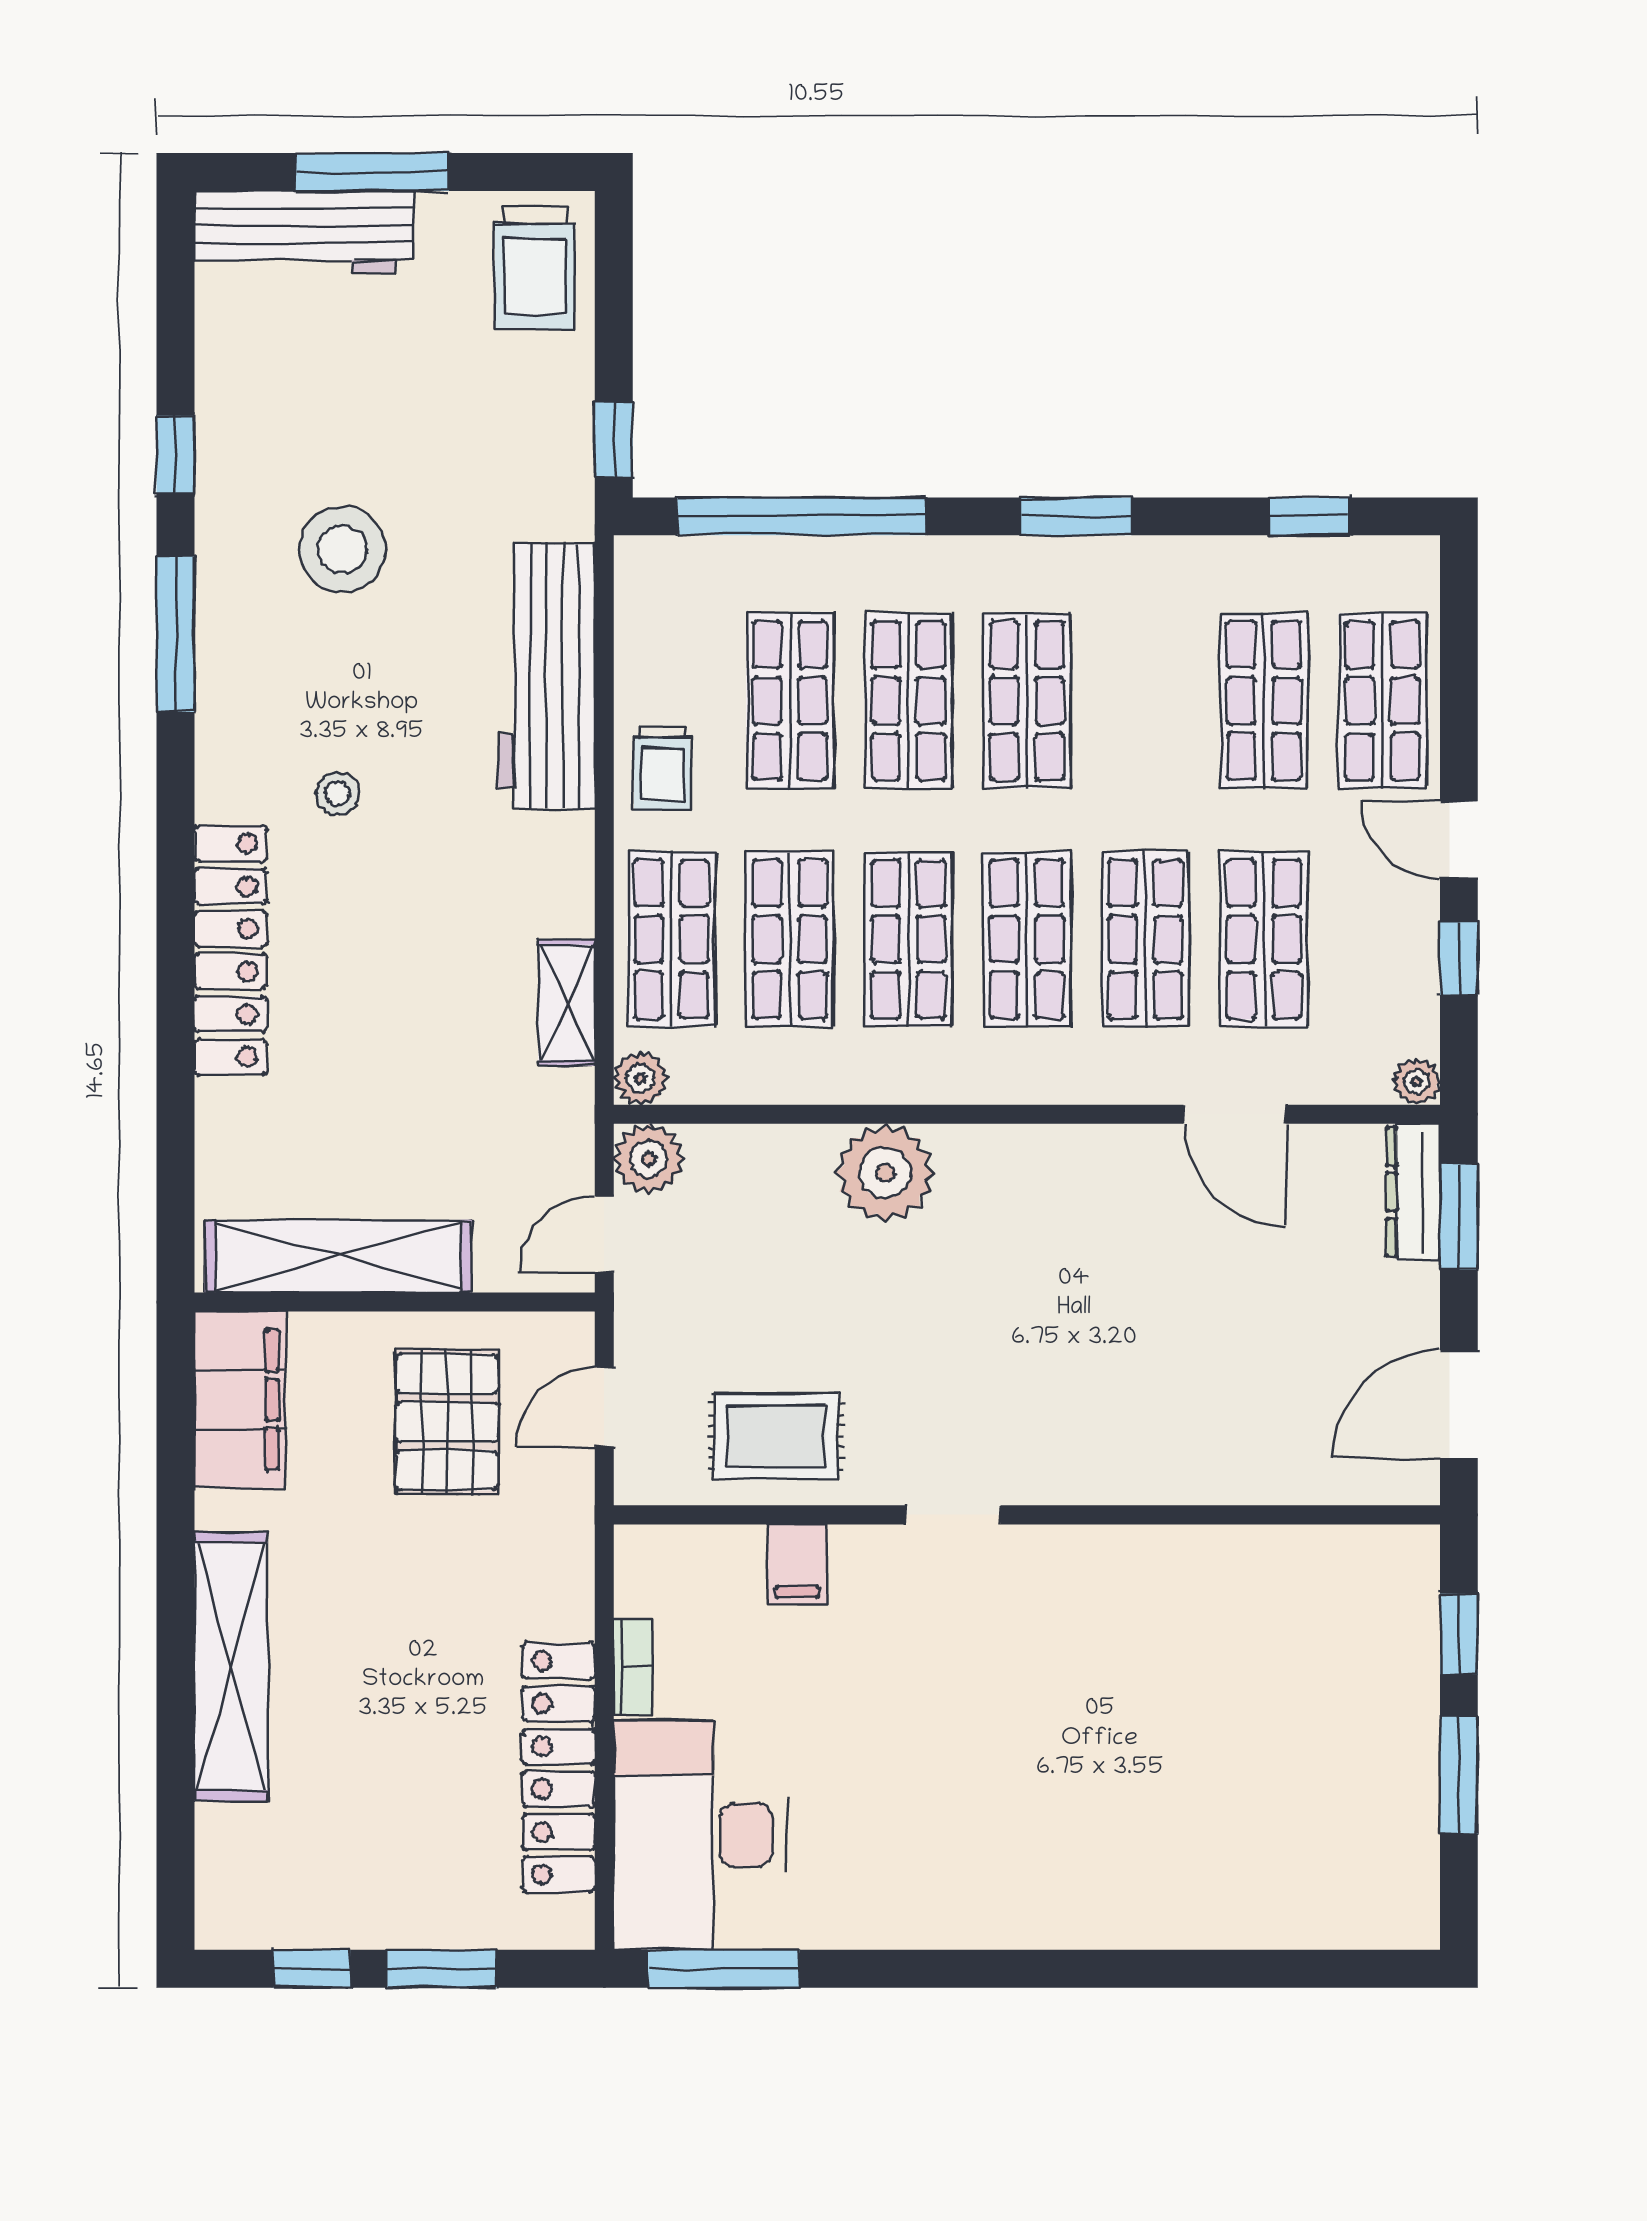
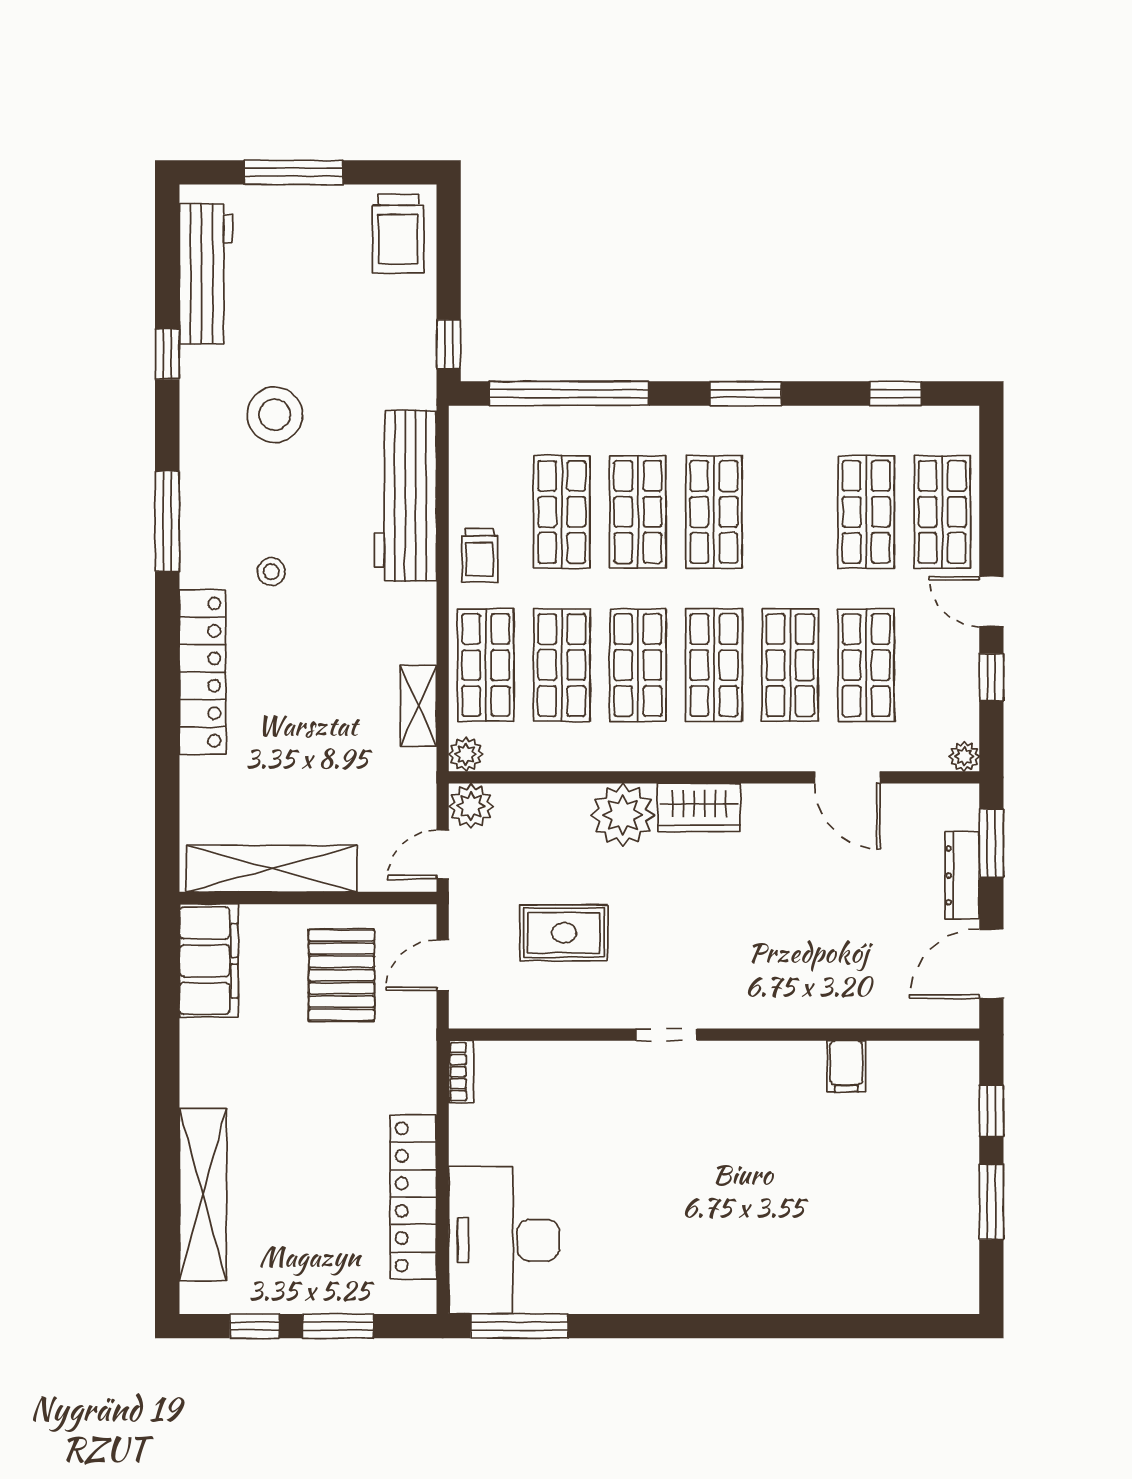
workbench: (304, 232) -> (206, 274), moved, turned -90
window: (175, 634) -> (167, 521), moved
wardrobe: (1004, 1161) -> (699, 808), added
dresser: (1413, 1192) -> (962, 875), moved
rug: (776, 1436) -> (564, 933), moved
filing cabinet: (797, 1564) -> (846, 1066), moved
shelving: (231, 1667) -> (203, 1195), moved
bookcase: (633, 1667) -> (461, 1072), moved

